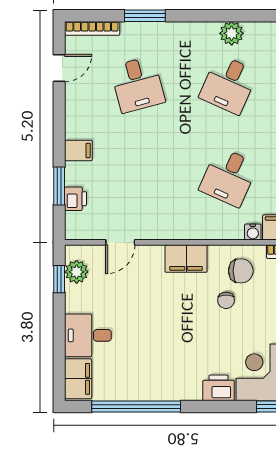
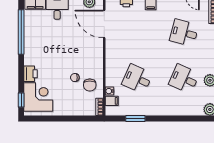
desk: (138, 84) -> (184, 33), turned 30
door: (120, 242) -> (104, 24), width x1.87
filing cabinet: (186, 259) -> (96, 57), removed

